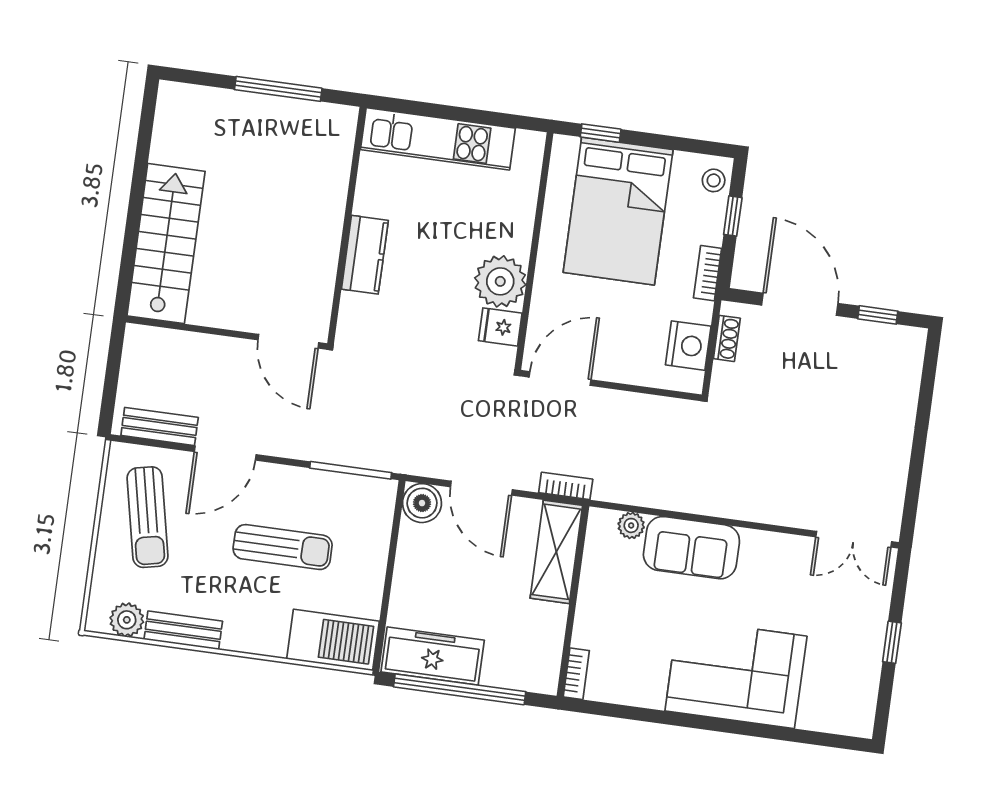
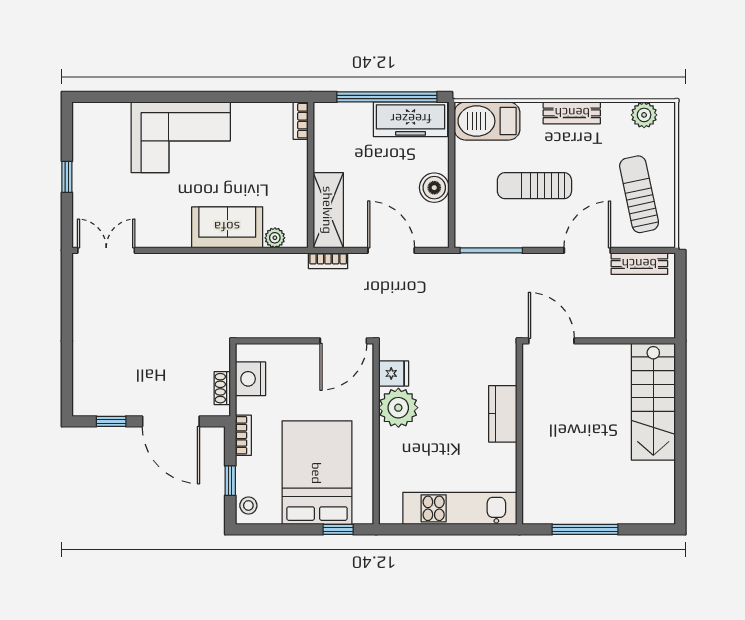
boiler: (422, 503) -> (434, 188), moved
bench: (183, 630) -> (572, 113), moved

